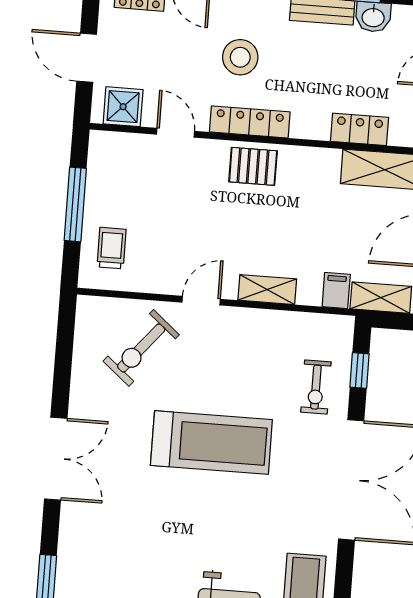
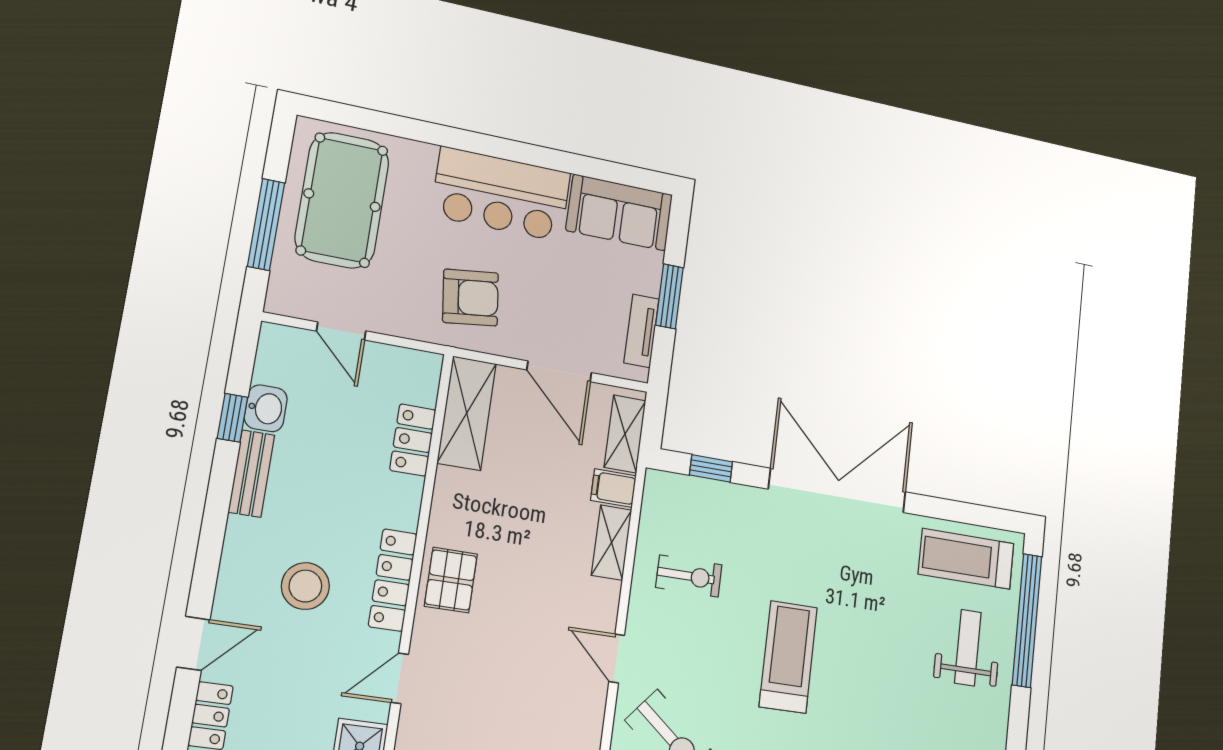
shelving: (267, 290) -> (612, 543), moved
exercise bike: (316, 387) -> (689, 576), moved
treadmill: (211, 443) -> (788, 657), width x0.73, depth x0.73

